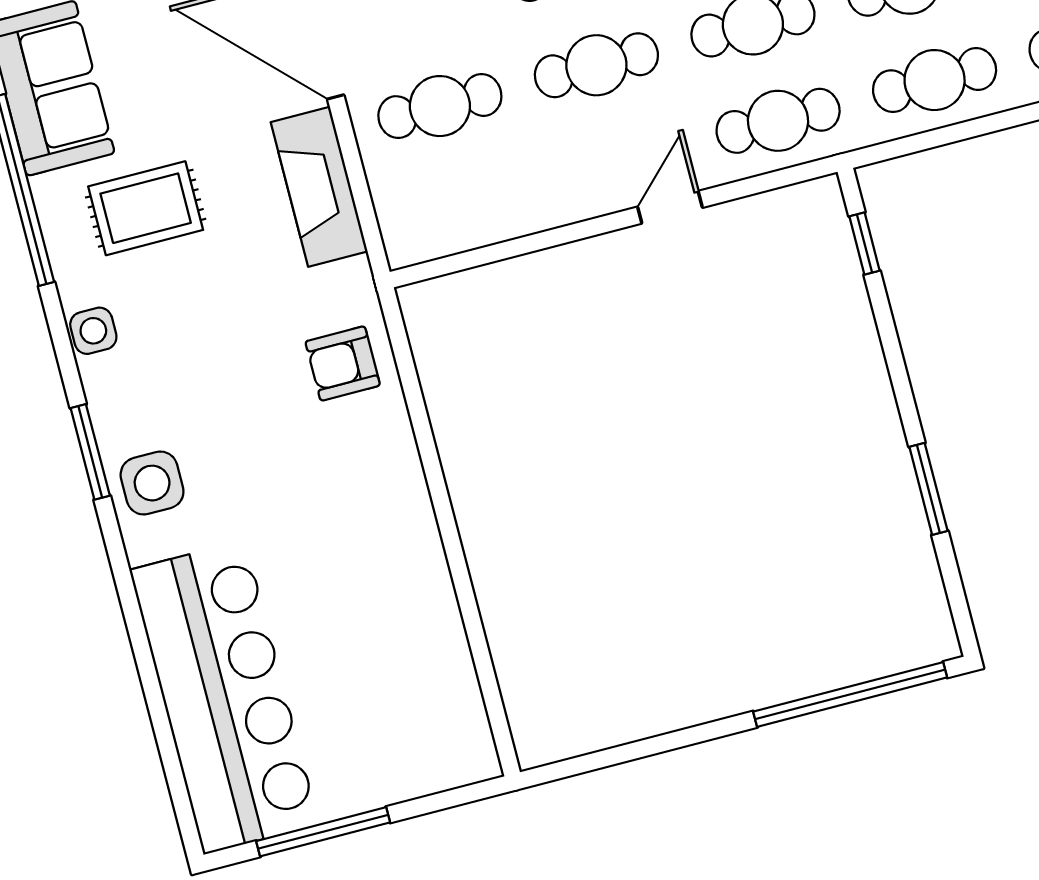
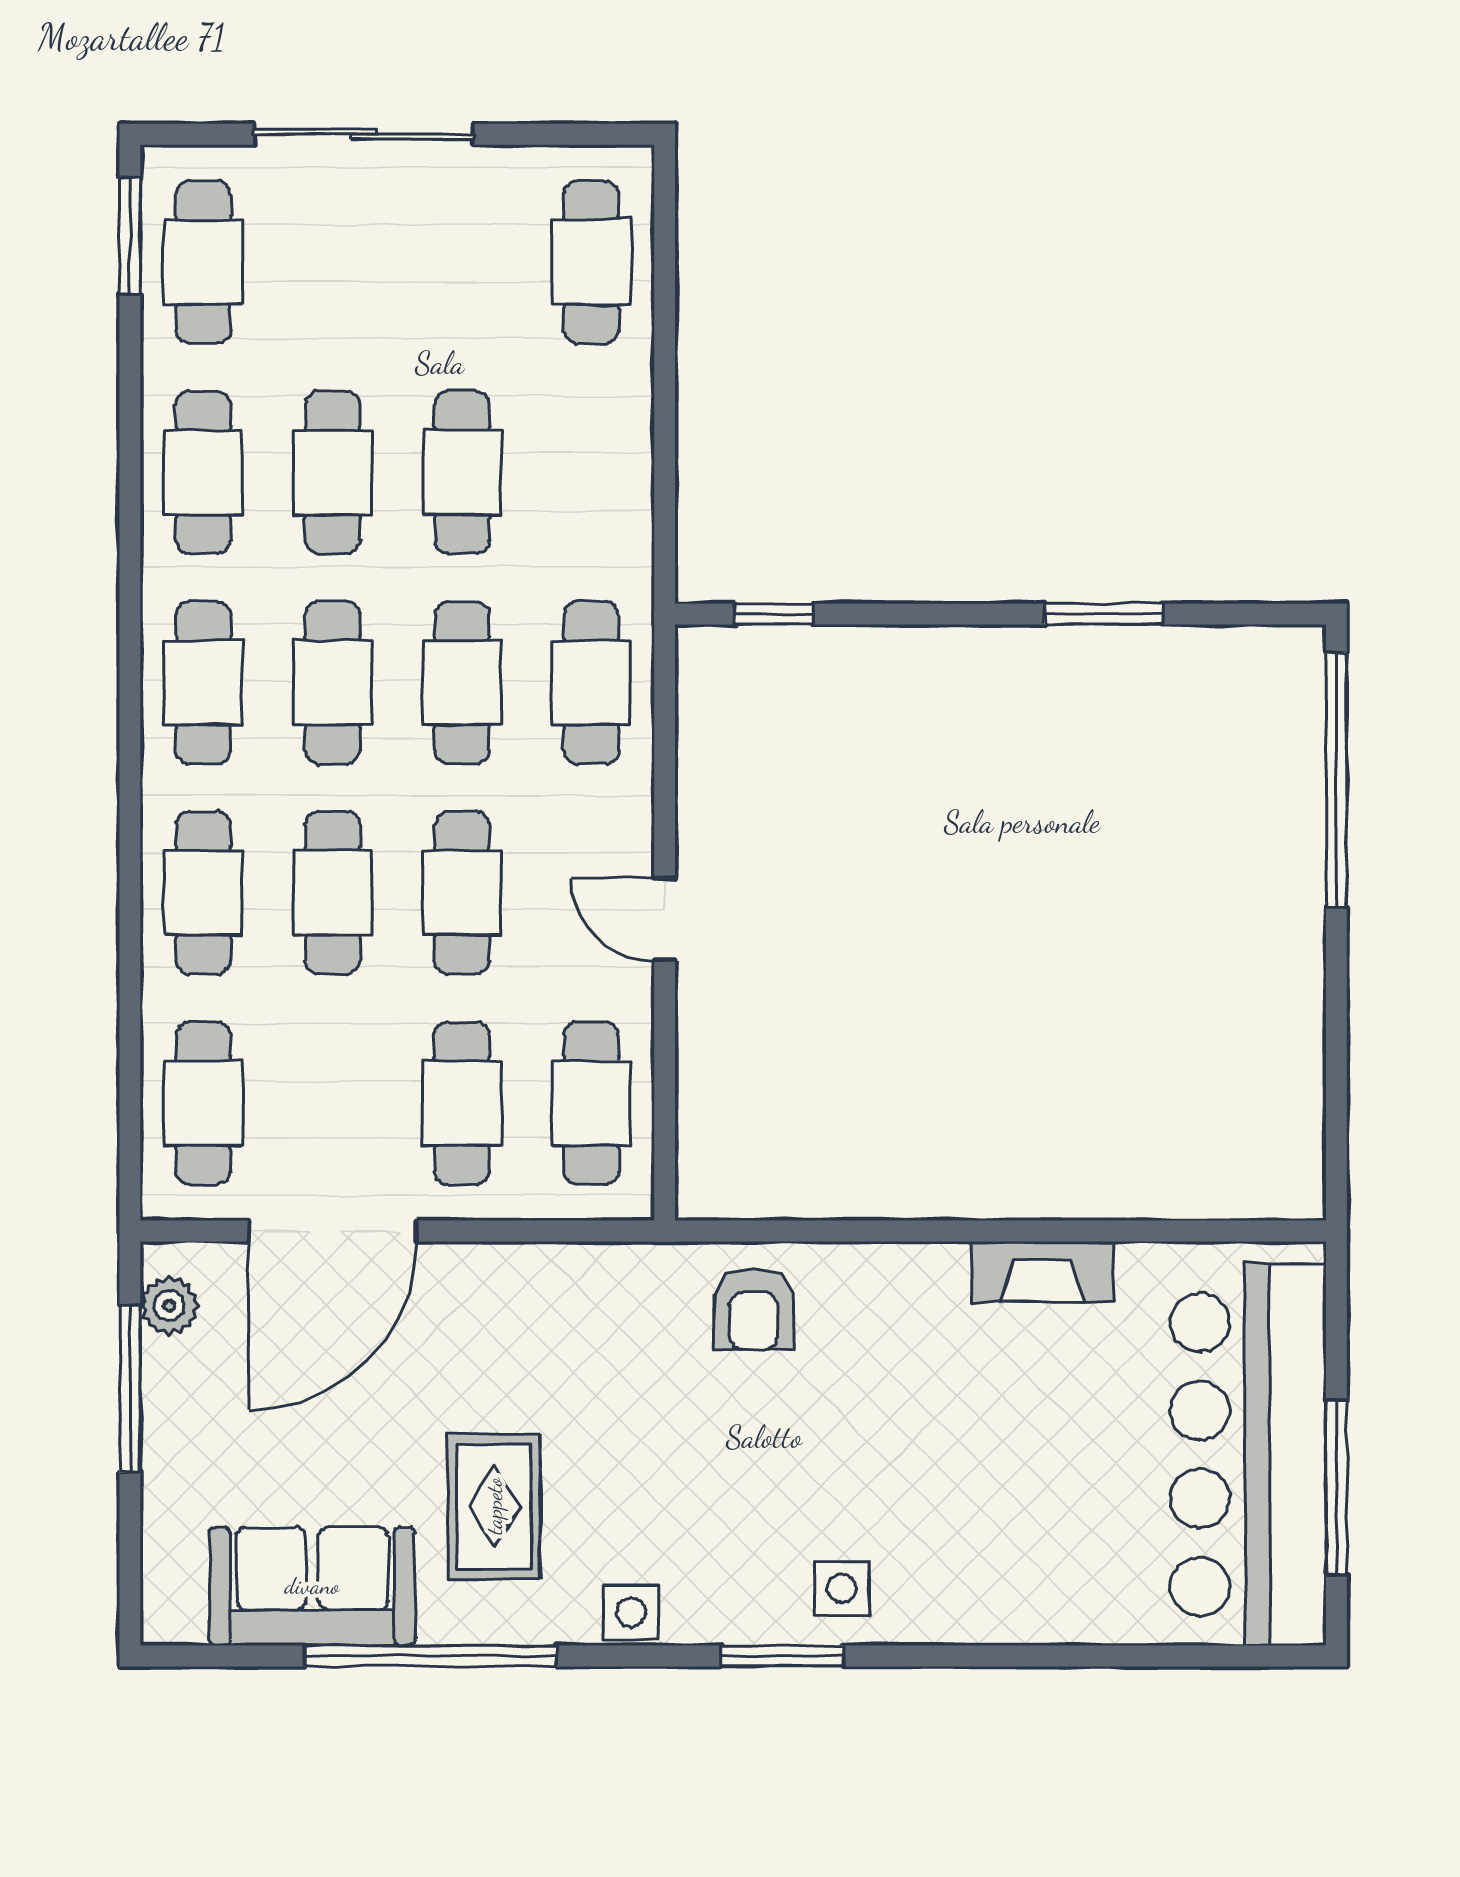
cafe table: (935, 80) -> (591, 1103), moved
fireplace: (319, 187) -> (1042, 1272), moved, width x0.73, depth x0.76
door: (670, 207) -> (665, 920), moved
side table: (152, 483) -> (842, 1588), width x0.73, depth x0.73
bar counter: (224, 697) -> (1248, 1454), moved, turned -90

